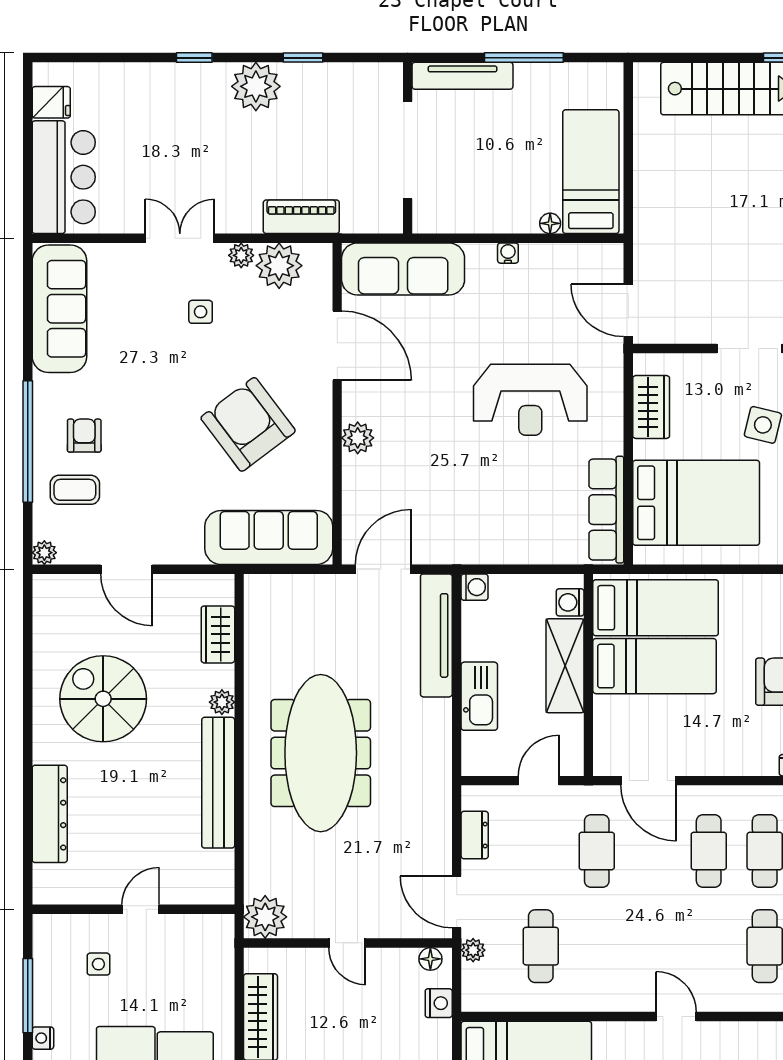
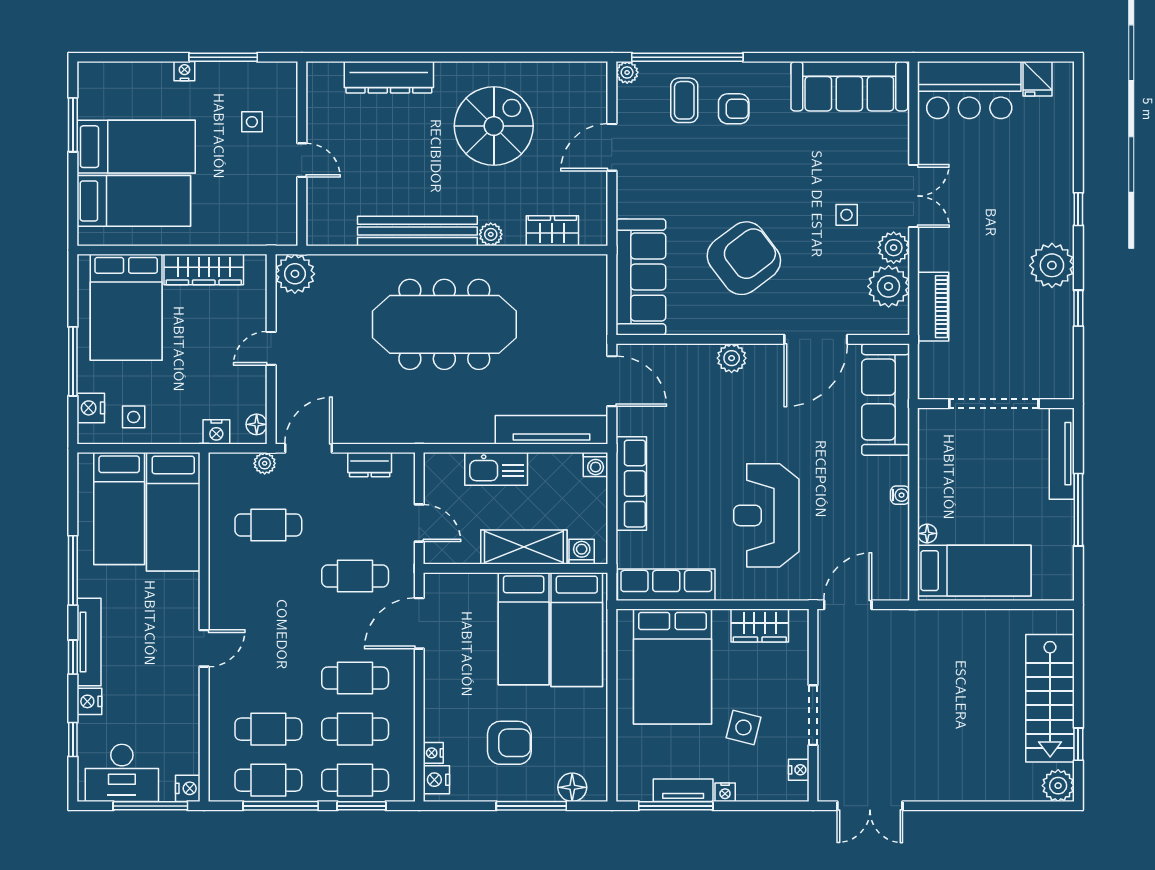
plant: (241, 255) -> (894, 248), width x1.38, depth x1.38
window: (28, 441) -> (687, 57), moved
row of seats: (495, 548) -> (631, 484), added

